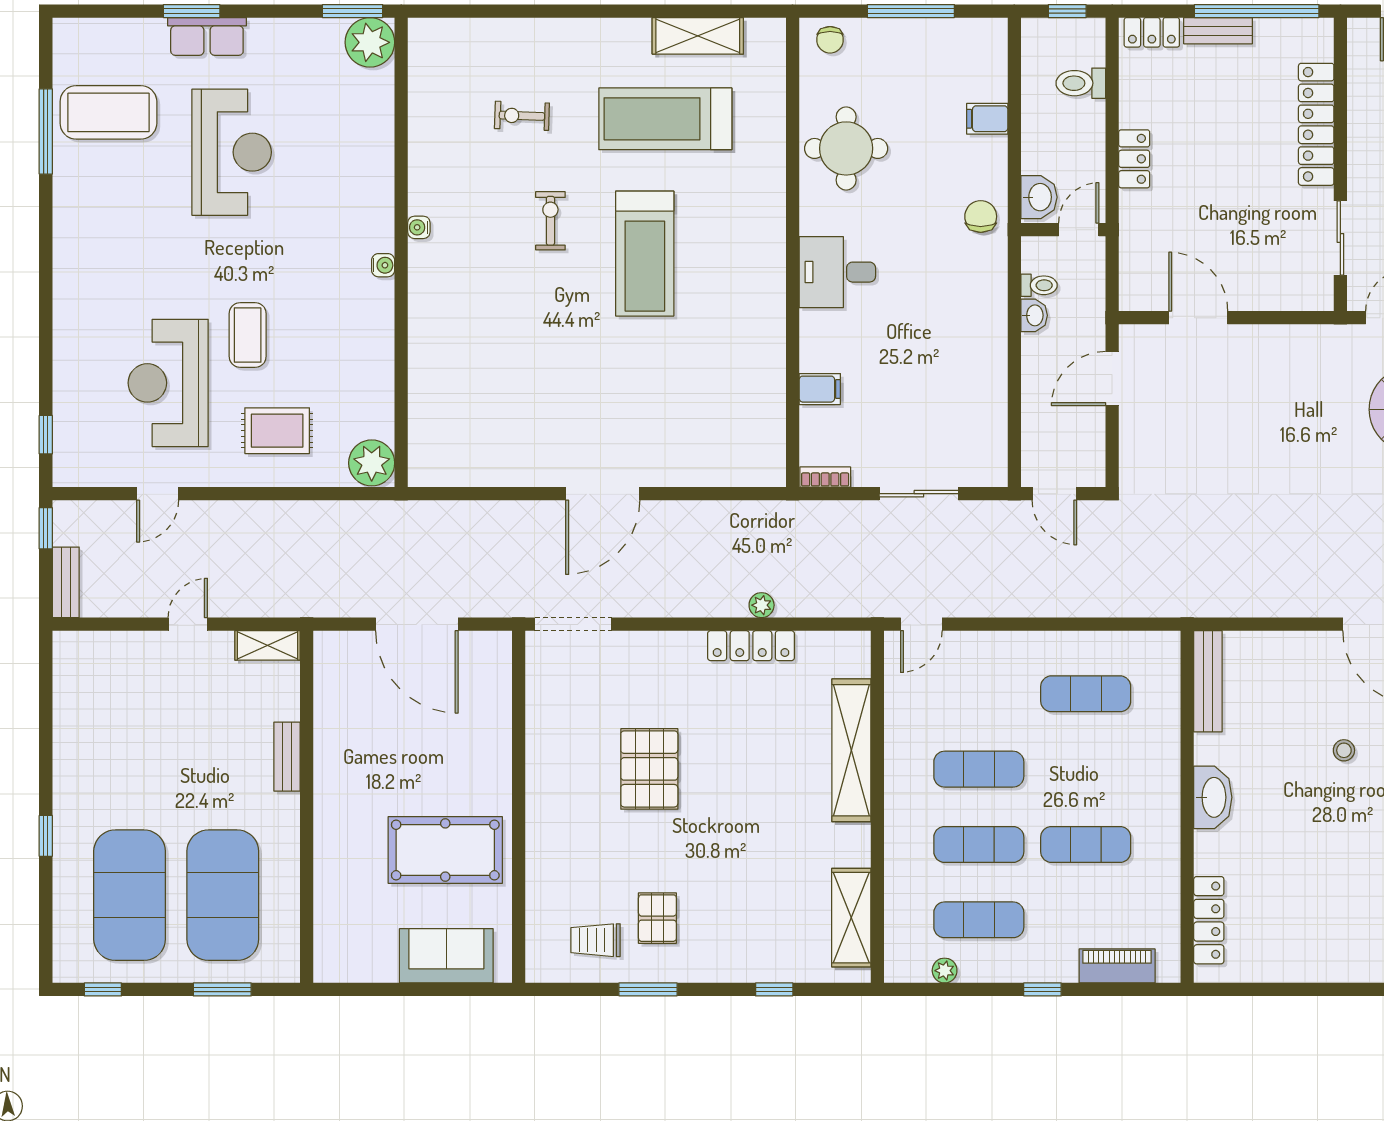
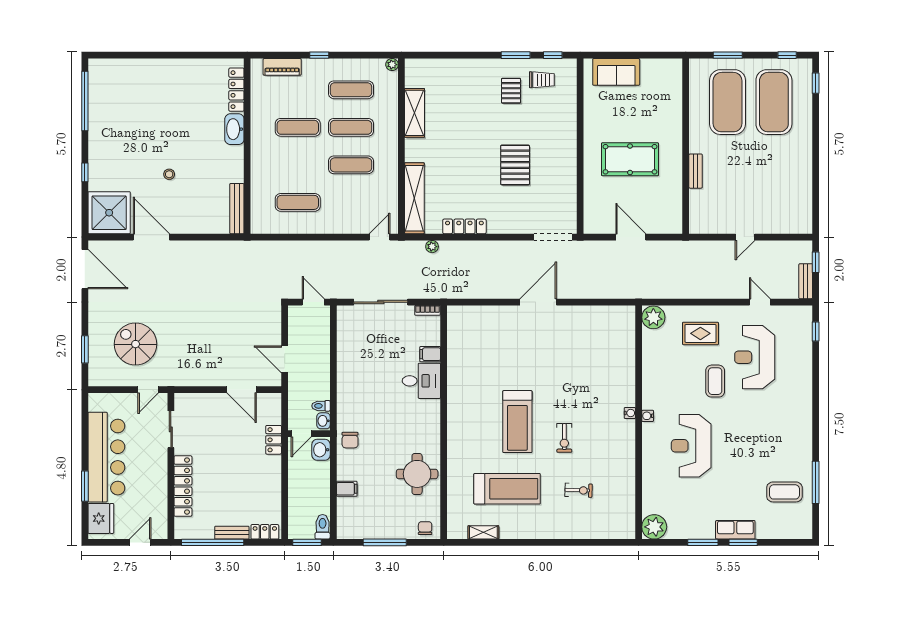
window: (353, 11) -> (703, 542), moved
window: (1067, 11) -> (307, 542), width x1.50
shelving: (698, 36) -> (483, 532), width x0.67, depth x0.75
toilet: (1081, 83) -> (323, 527), moved, turned -90
coffee table: (108, 112) -> (784, 492), width x0.73, depth x0.76
reception desk: (232, 152) -> (691, 446), moved
locker: (1134, 159) -> (274, 440), moved
water cooler: (419, 227) -> (630, 413), moved
treadmill: (645, 254) -> (517, 422), turned 180
desk: (837, 272) -> (421, 381), moved
washbasin: (1034, 315) -> (323, 421), moved
door: (1112, 379) -> (285, 359), swing flipped
reception desk: (168, 383) -> (755, 357), turned 180
door: (158, 494) -> (760, 302), hinge flipped
sliding door: (919, 494) -> (381, 302), width x1.37
window: (46, 528) -> (816, 262), moved
bench: (66, 582) -> (806, 281), moved
plant: (762, 605) -> (432, 247), moved
door: (417, 624) -> (631, 237), width x0.73
shelving: (267, 645) -> (705, 226), removed
shelving: (851, 750) -> (414, 198), moved
washbasin: (1213, 797) -> (234, 129), moved
window: (46, 836) -> (816, 83), moved
pool table: (445, 850) -> (630, 159), moved
shelving: (851, 918) -> (415, 113), moved
plant: (945, 971) -> (392, 65), moved
window: (774, 989) -> (553, 55), moved

